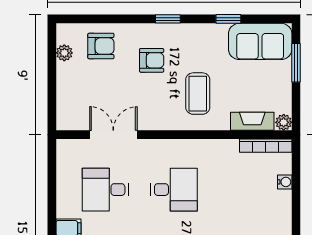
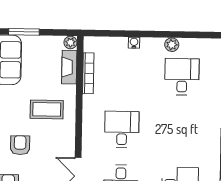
bookcase: (266, 146) -> (88, 73), moved
water cooler: (285, 182) -> (134, 43), moved

